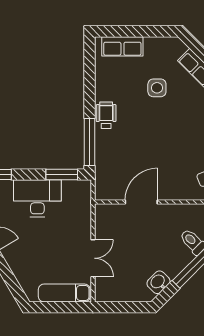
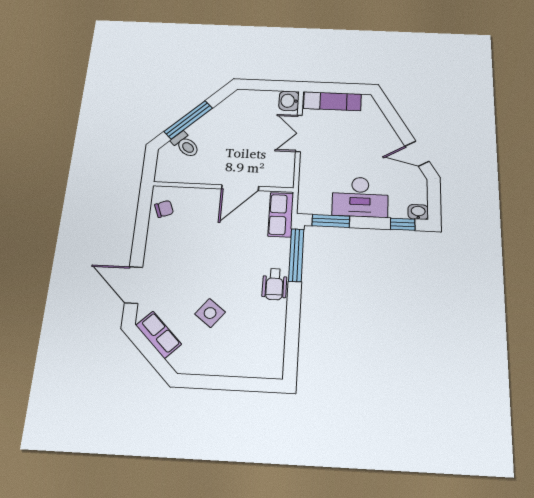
row of seats: (122, 46) -> (281, 215), moved, turned -90
side table: (157, 88) -> (210, 313), turned 38
washbasin: (158, 282) -> (289, 101), moved, turned 135

